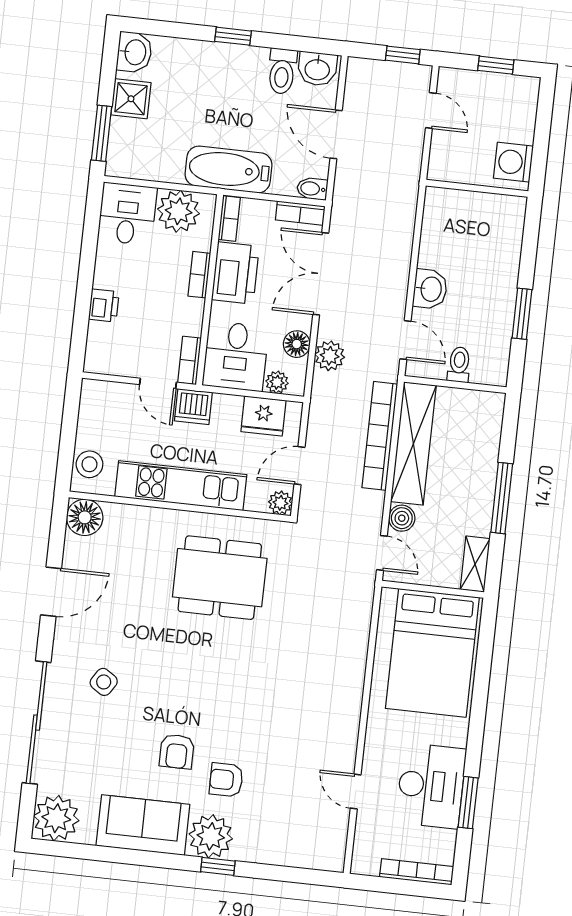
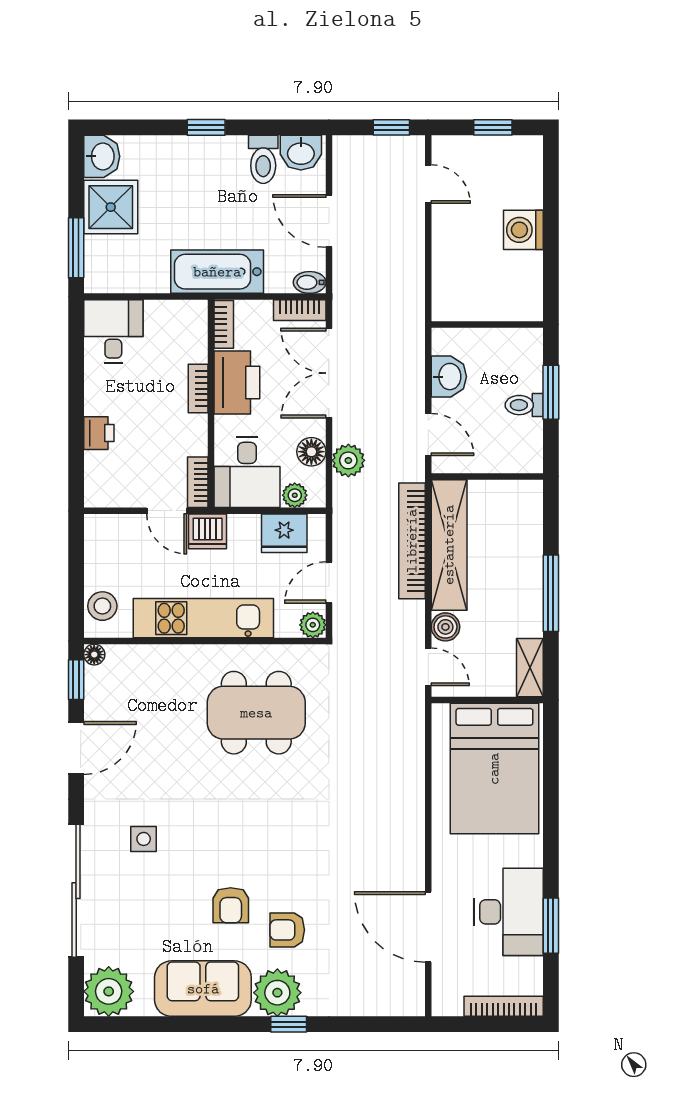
shower: (131, 99) -> (111, 207), width x1.36, depth x1.36
wall: (477, 188) -> (487, 324), moved
plant: (179, 211) -> (168, 323), removed
toilet: (459, 365) -> (524, 405), moved, turned -90
floor lamp: (85, 517) -> (94, 655), width x0.53, depth x0.53
window: (58, 529) -> (76, 680), added
side table: (104, 682) -> (144, 839), turned -33
door: (356, 791) -> (428, 927), width x1.88

